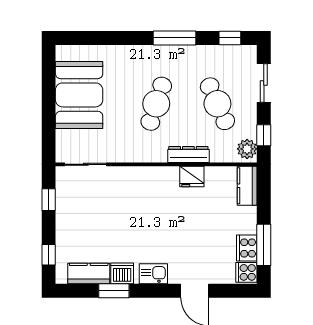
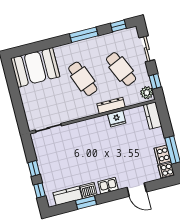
booth: (79, 95) -> (35, 67), moved, turned 90
cafe table: (156, 104) -> (83, 79), turned -39
window: (49, 200) -> (34, 169), moved

